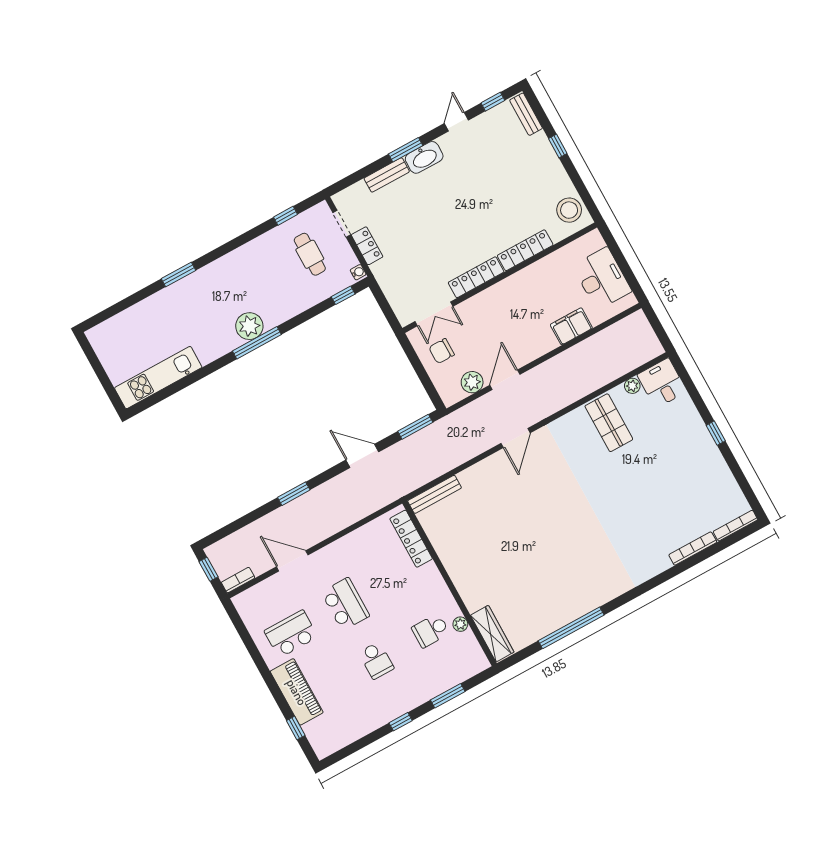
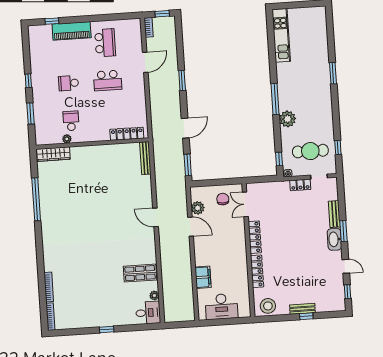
bench: (526, 114) -> (302, 309), moved
cafe table: (310, 254) -> (310, 151), width x1.37, depth x1.35
plant: (249, 326) -> (288, 119), moved

